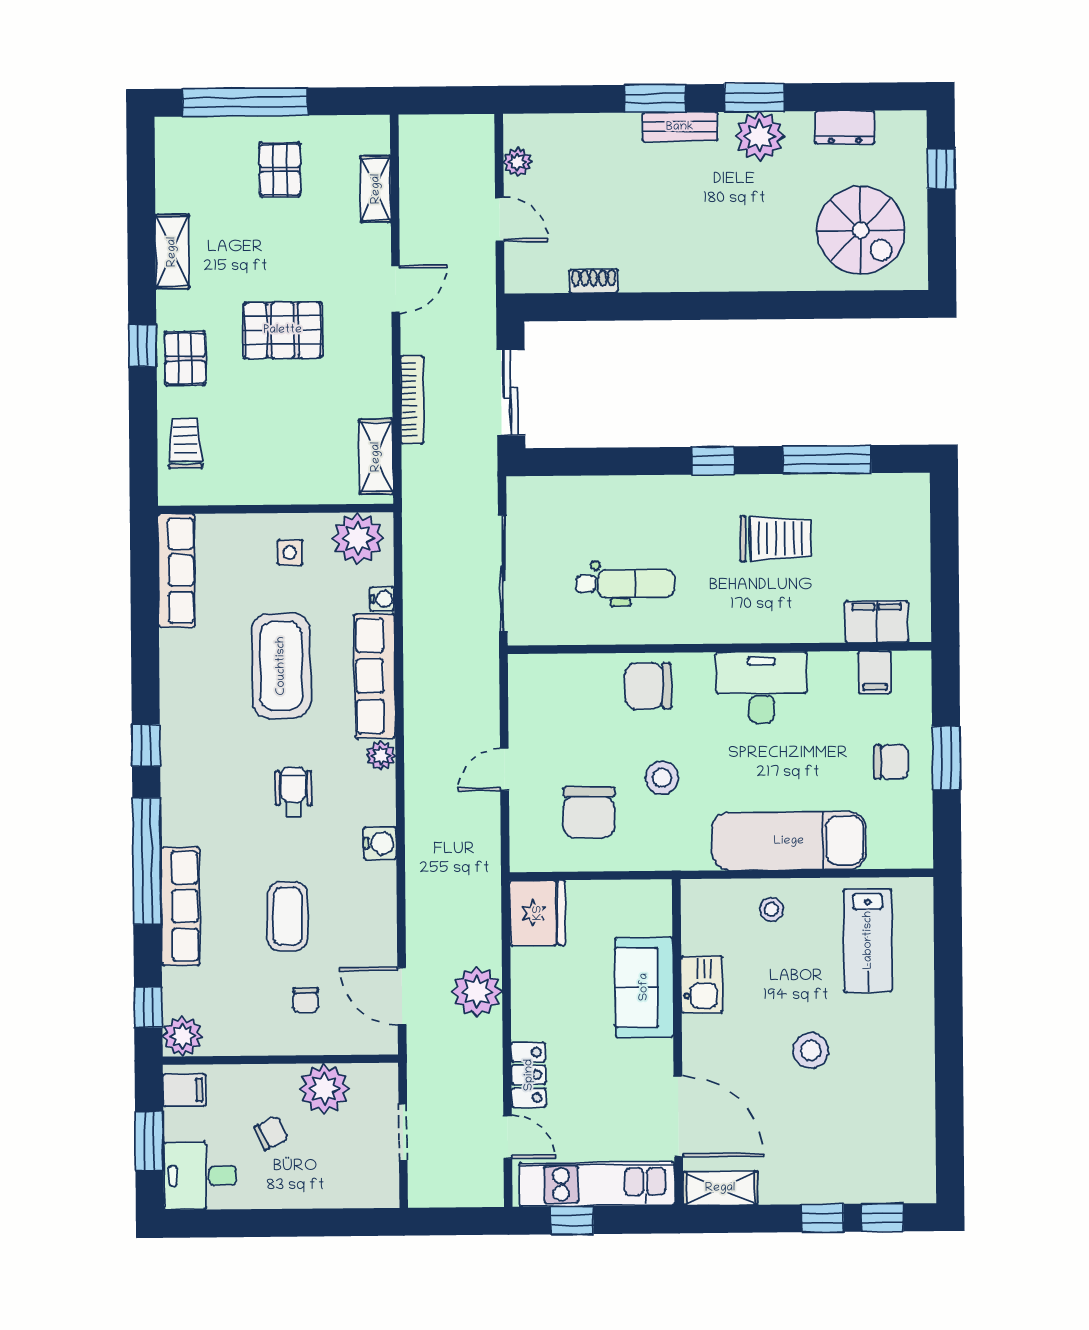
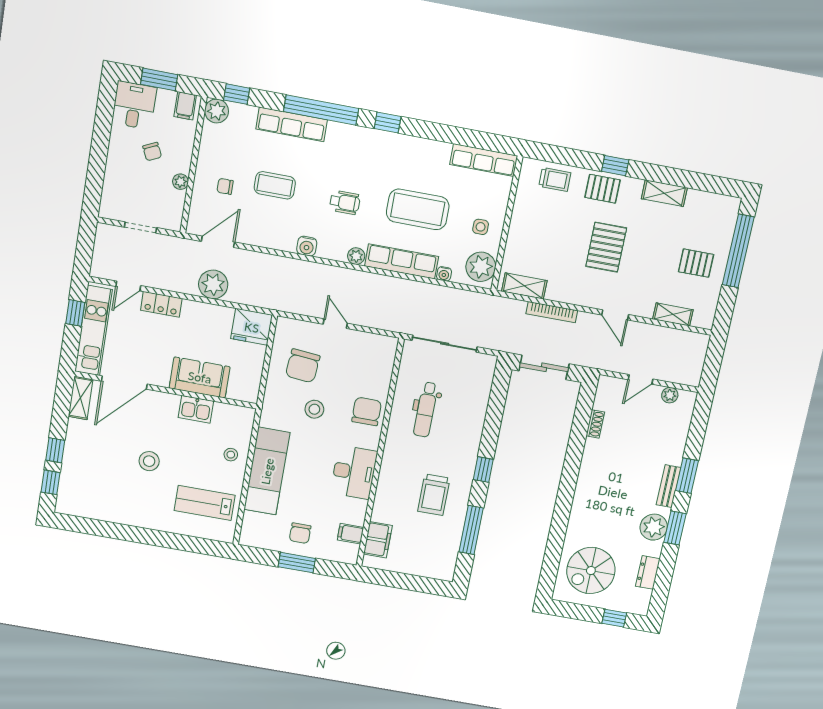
chair: (589, 812) -> (303, 366), turned -85
plant: (324, 1089) -> (180, 182), width x0.53, depth x0.53

